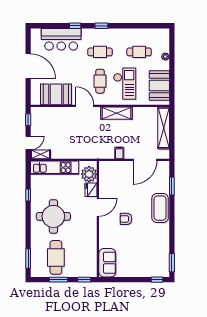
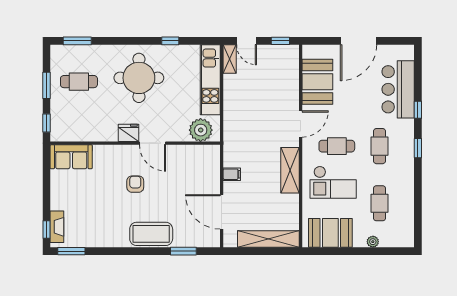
fridge: (91, 190) -> (129, 133), moved
cafe table: (56, 257) -> (79, 82), width x0.73, depth x0.74
fireplace: (155, 272) -> (57, 227), added

